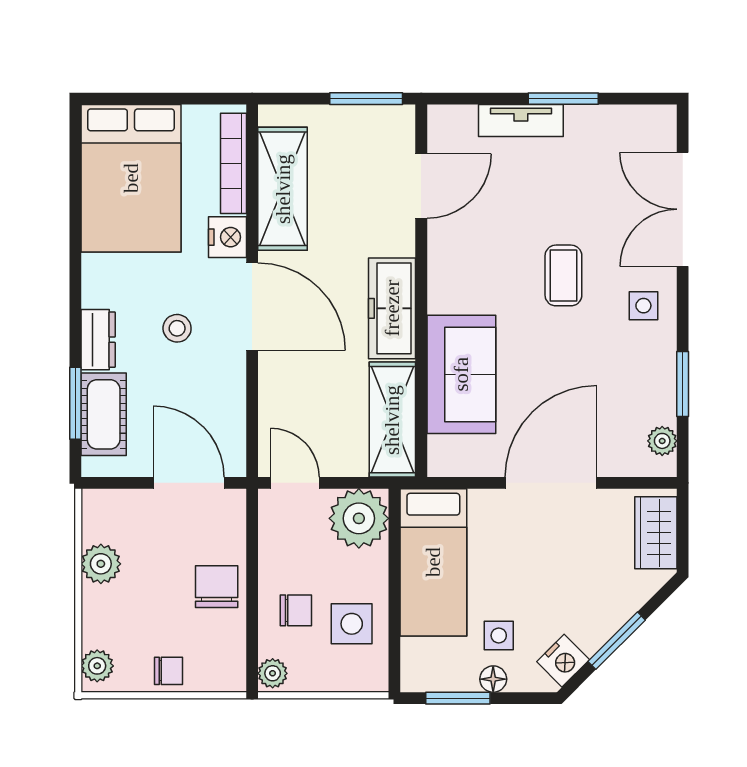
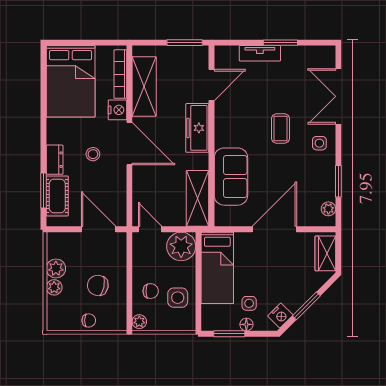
freezer: (392, 308) -> (197, 128), moved
chair: (217, 587) -> (98, 285), moved, turned -79
plant: (97, 666) -> (54, 287), moved

